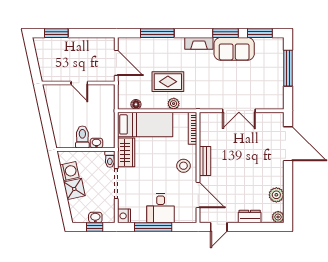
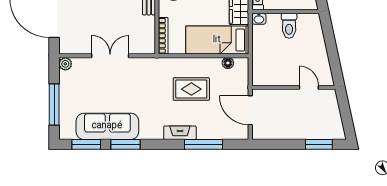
fireplace: (199, 43) -> (180, 133), moved
sofa: (234, 49) -> (107, 126), width x1.36
door: (79, 83) -> (309, 87), moved
plant: (174, 104) -> (65, 64), moved
washbasin: (96, 143) -> (259, 19), moved

